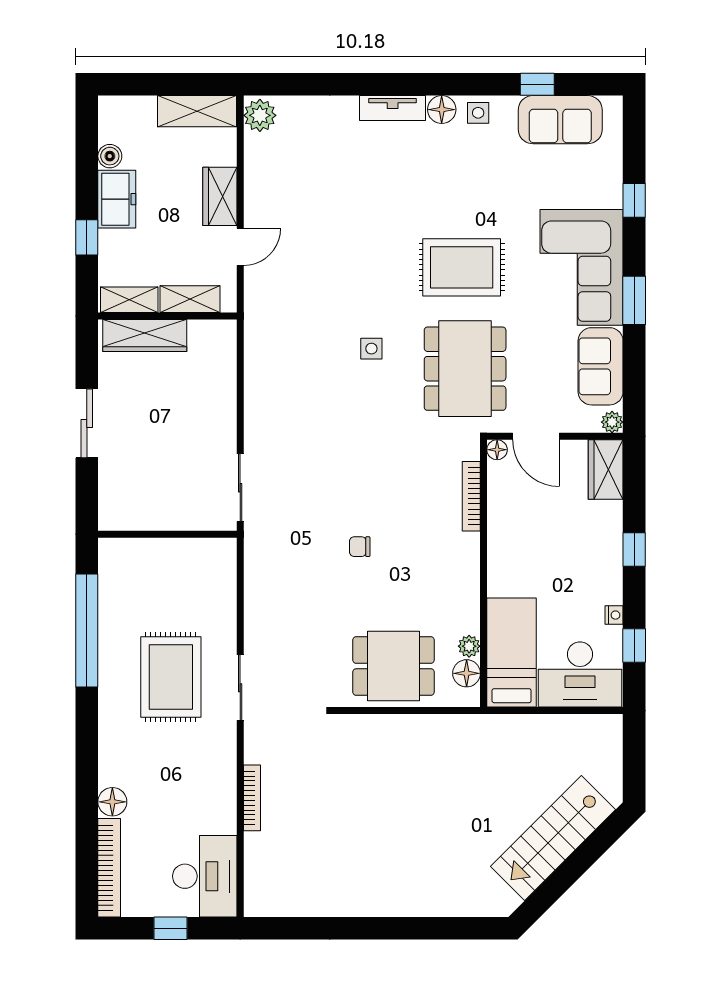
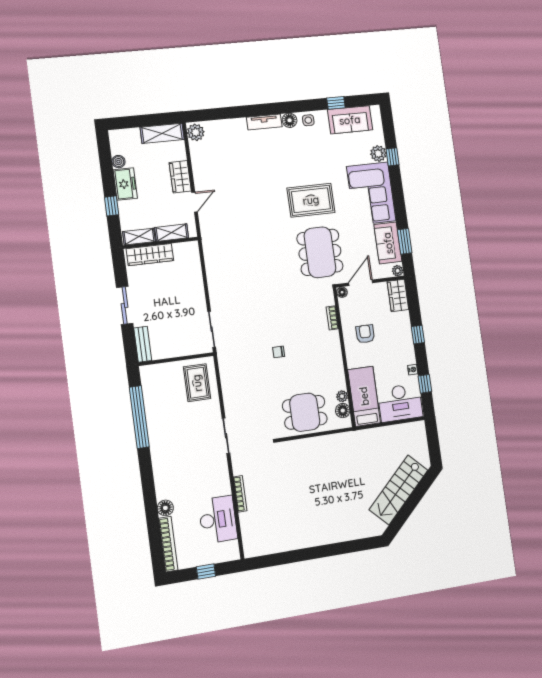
plant: (607, 191) -> (378, 154), added
window: (634, 300) -> (405, 241), moved
side table: (371, 349) -> (270, 248), removed
door: (536, 436) -> (361, 283), swing flipped
bookcase: (471, 496) -> (332, 318), width x0.64
bench: (110, 499) -> (143, 344), added
armchair: (531, 535) -> (365, 334), added
rug: (171, 677) -> (197, 383), moved, width x0.73, depth x0.70
desk: (205, 876) -> (218, 520), moved

